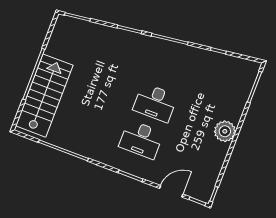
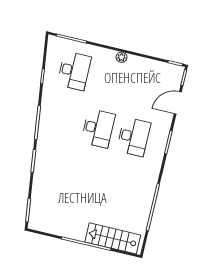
desk: (220, 85) -> (74, 71), added
stairs: (44, 96) -> (113, 238), width x0.73, depth x0.66
plant: (225, 131) -> (122, 57), width x0.53, depth x0.53
door: (171, 191) -> (178, 103), hinge flipped

